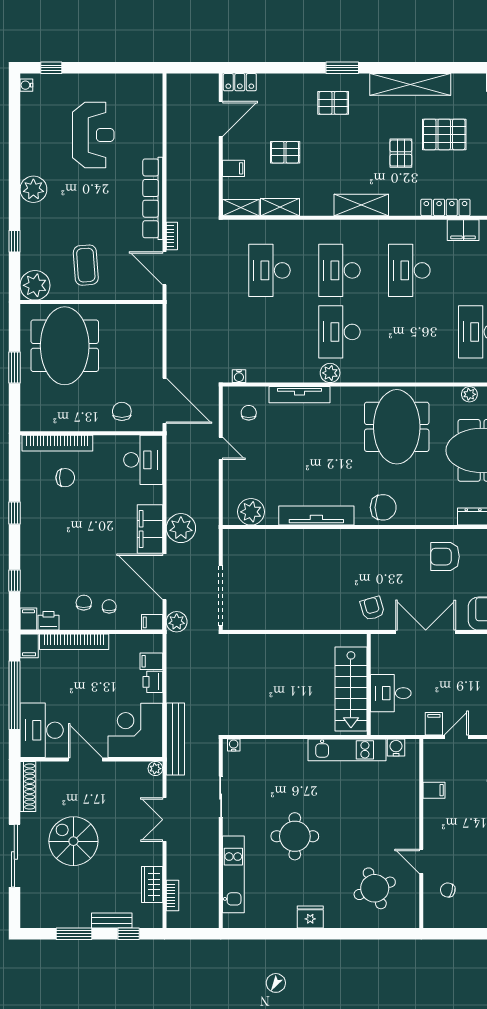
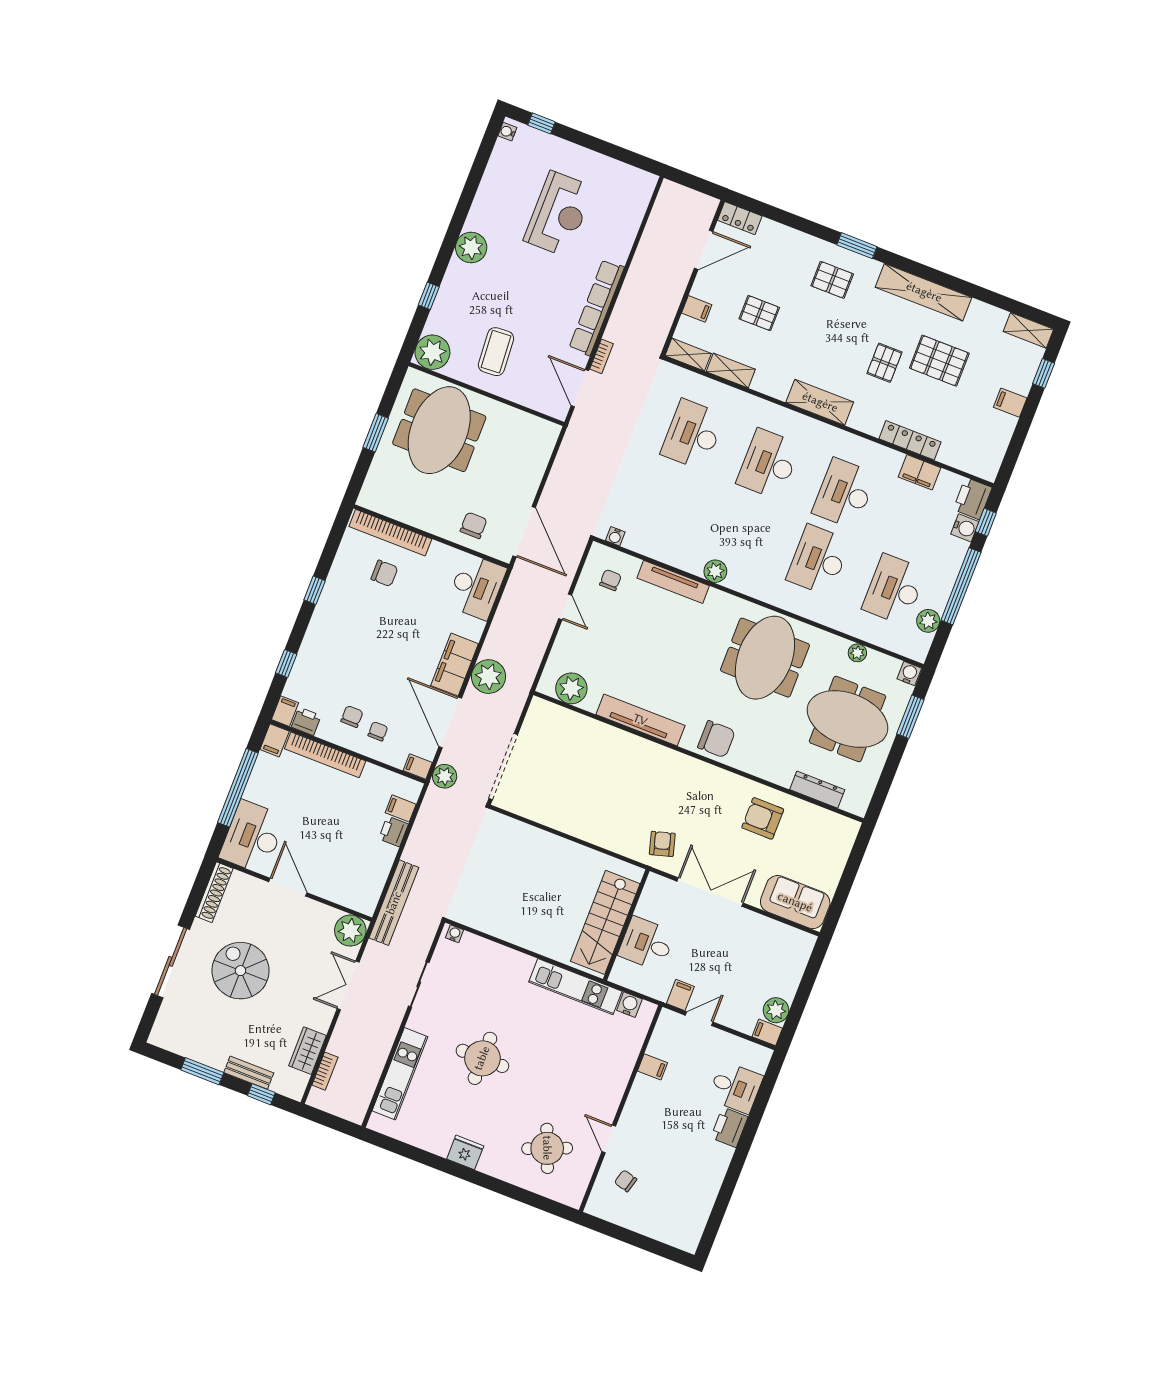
desk: (339, 332) -> (818, 560), moved
corner desk: (135, 730) -> (354, 877), removed
plant: (155, 769) -> (350, 931), width x1.88, depth x1.88

